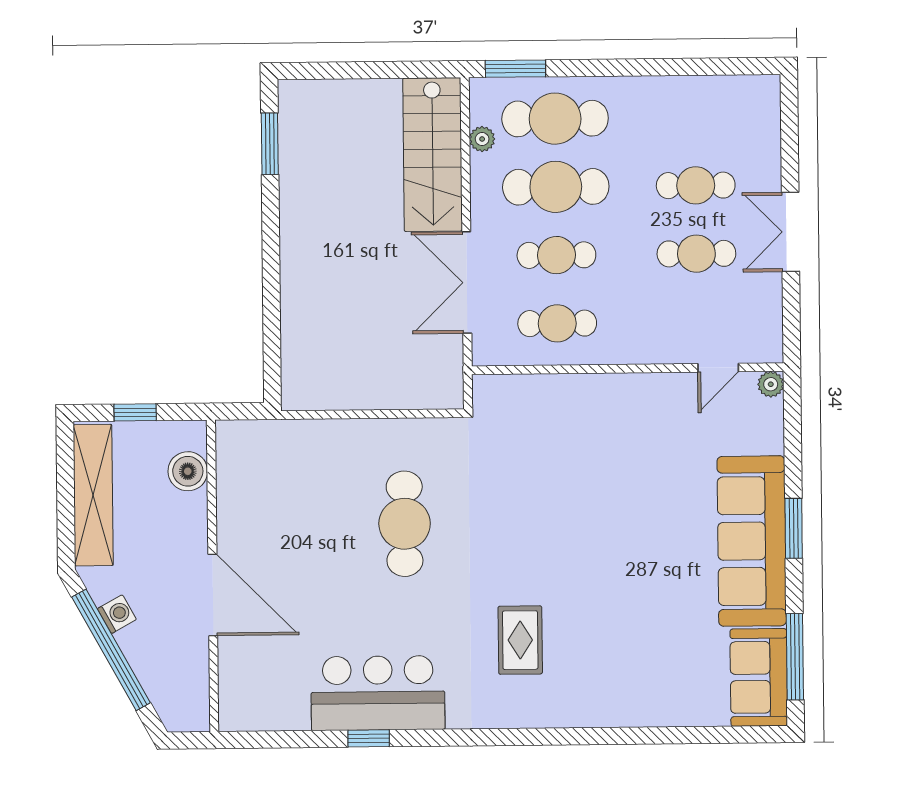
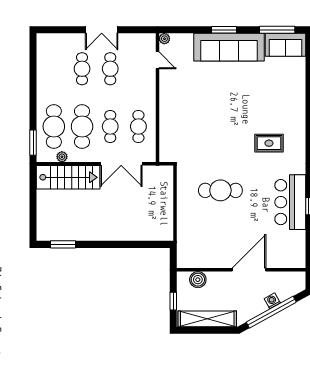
washing machine: (117, 614) -> (272, 301), moved

